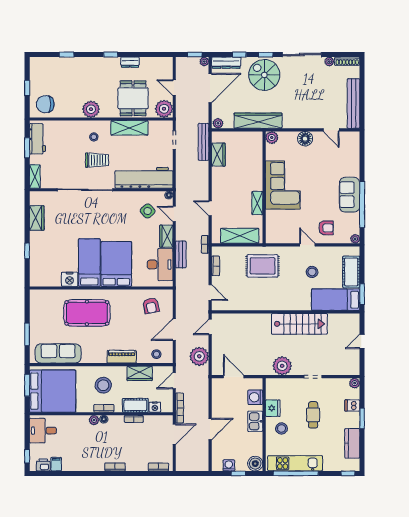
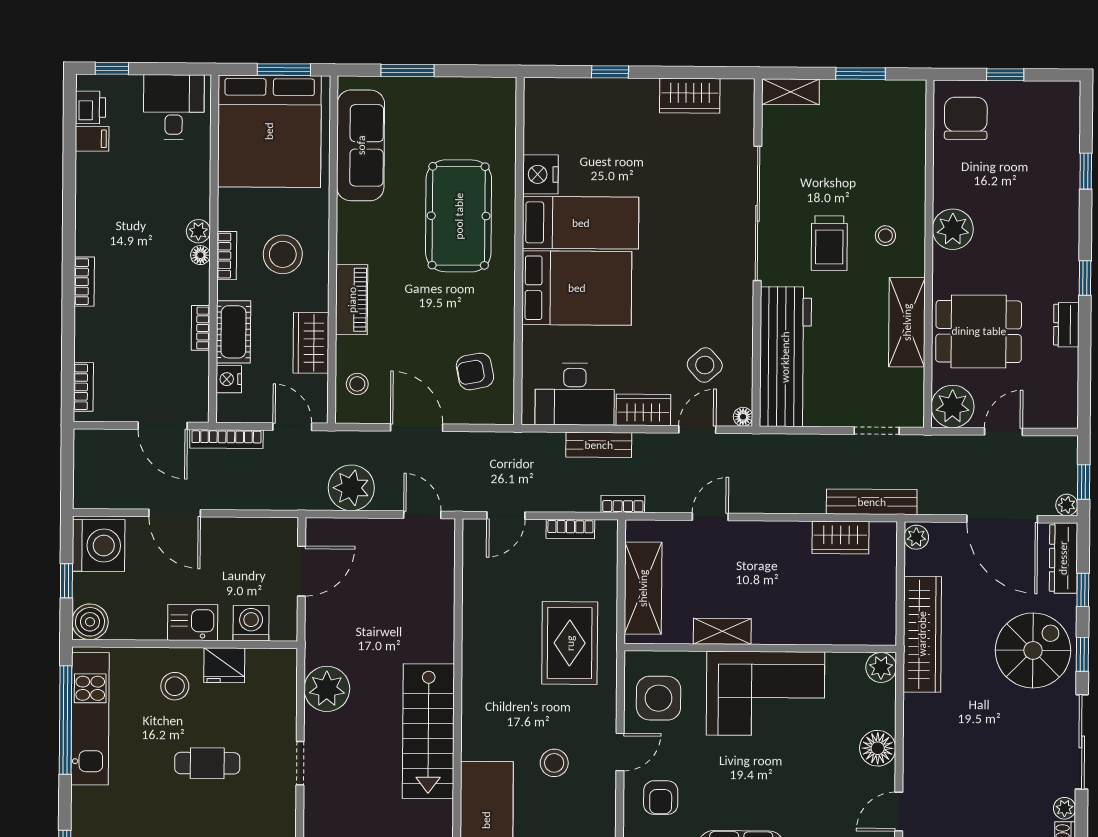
workbench: (37, 139) -> (882, 99), removed
side table: (285, 229) -> (659, 698), added
washing machine: (229, 465) -> (99, 545), width x1.89, depth x1.89

